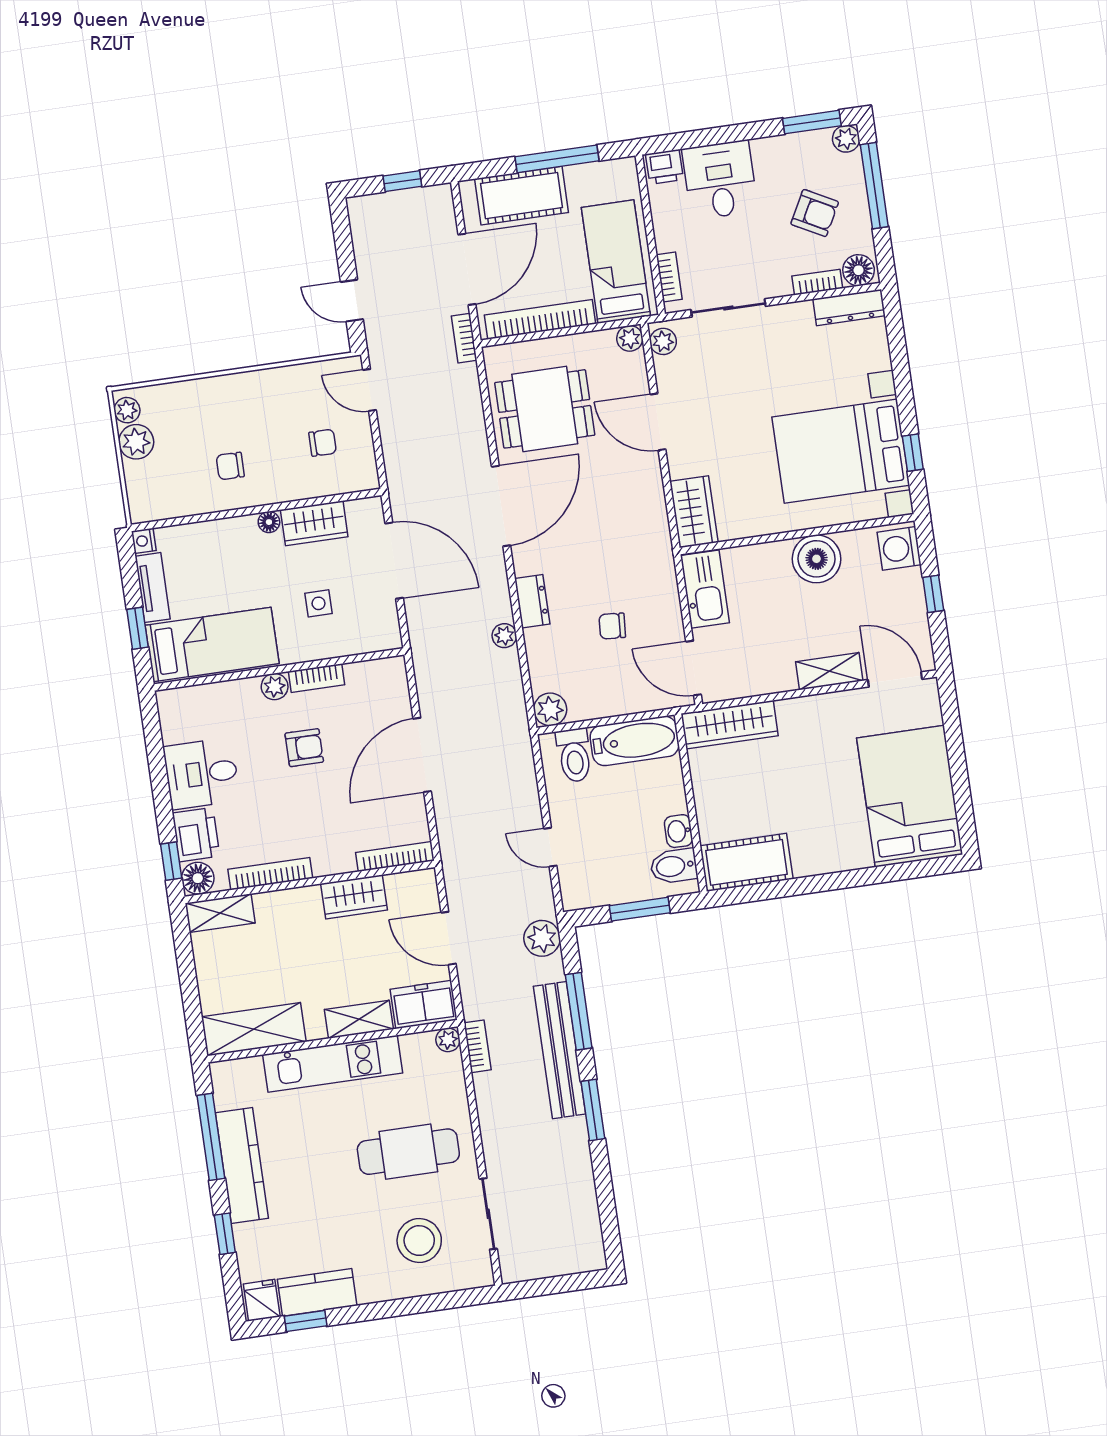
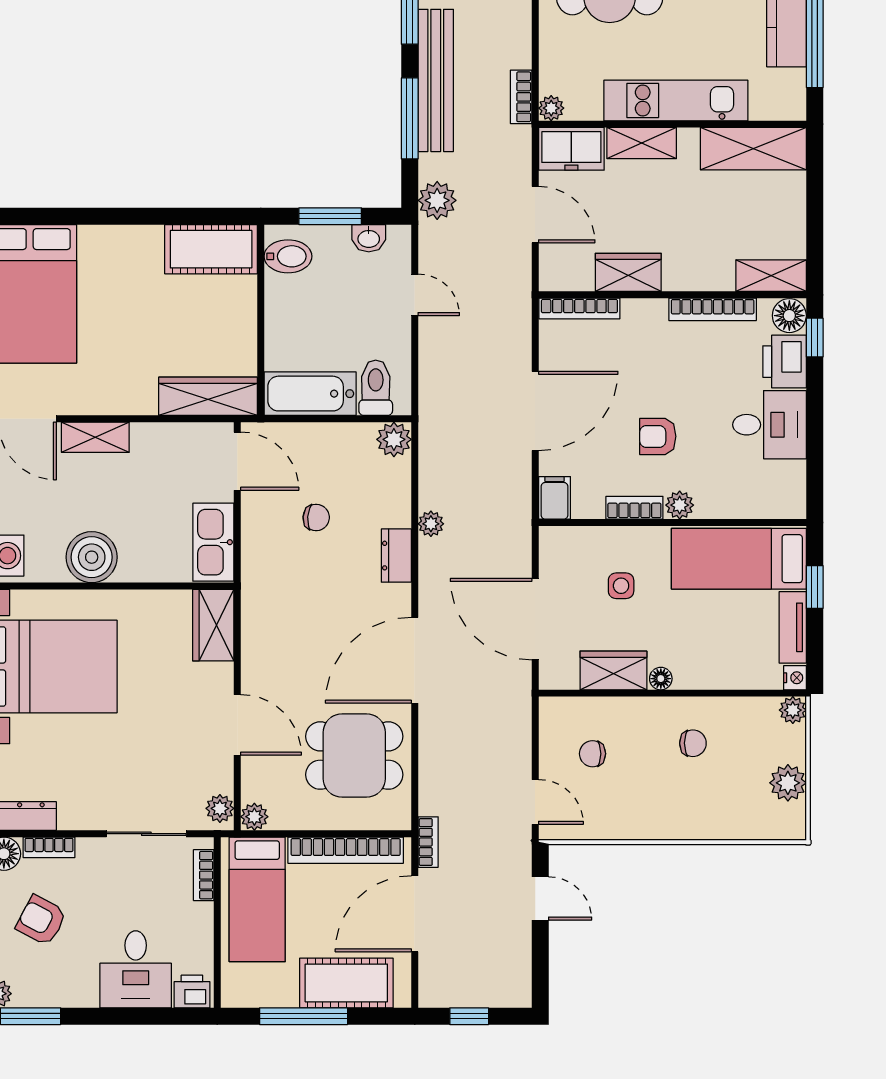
plant: (127, 410) -> (793, 710), moved
filing cabinet: (392, 676) -> (554, 498), added
washbasin: (678, 831) -> (369, 238), moved, turned 90

